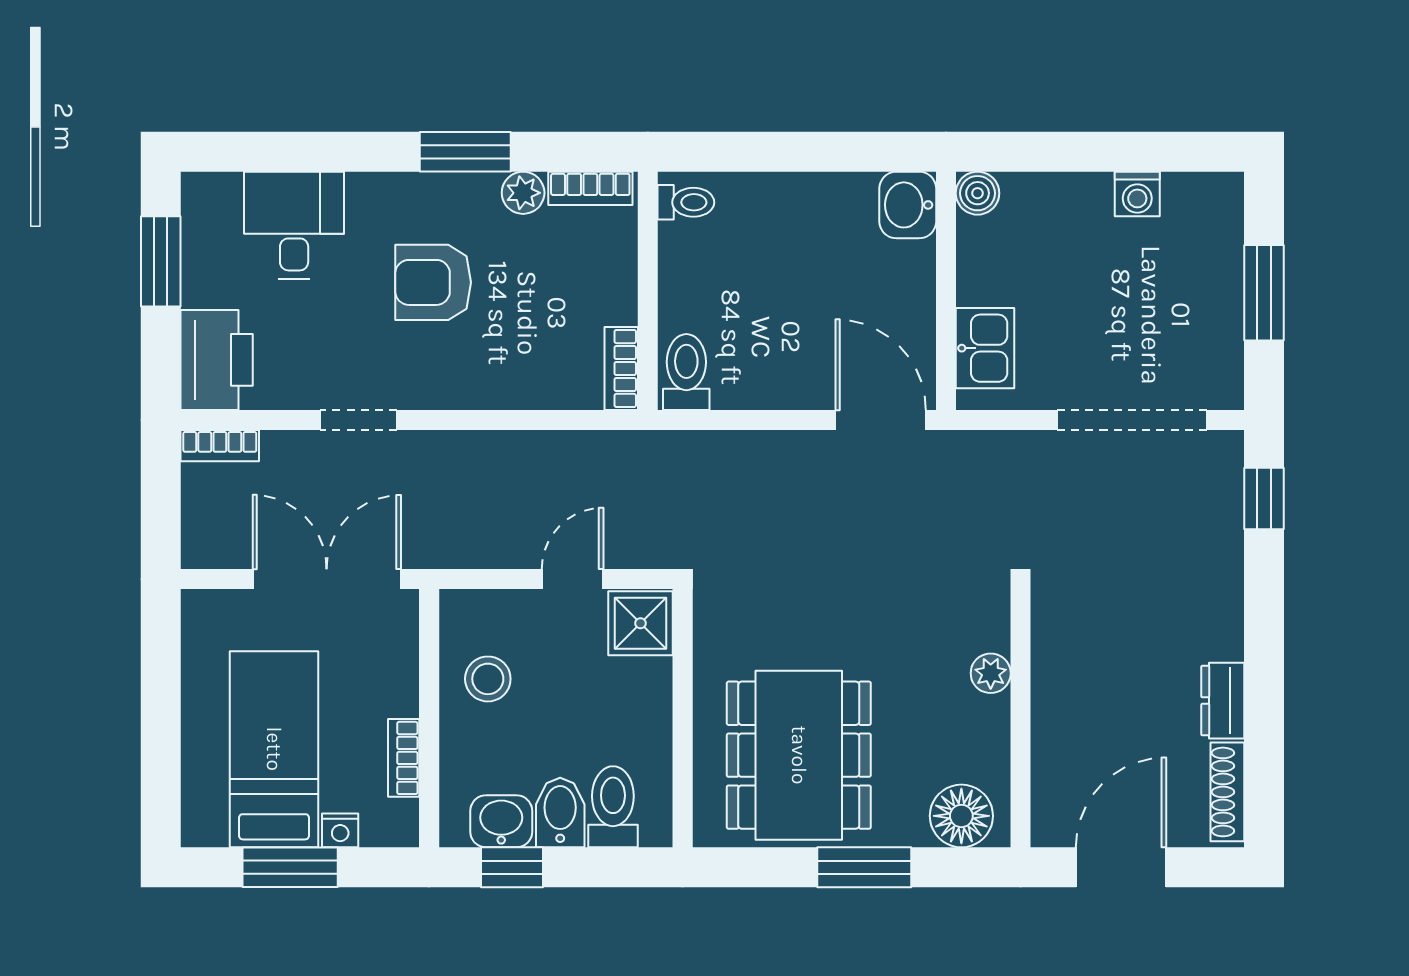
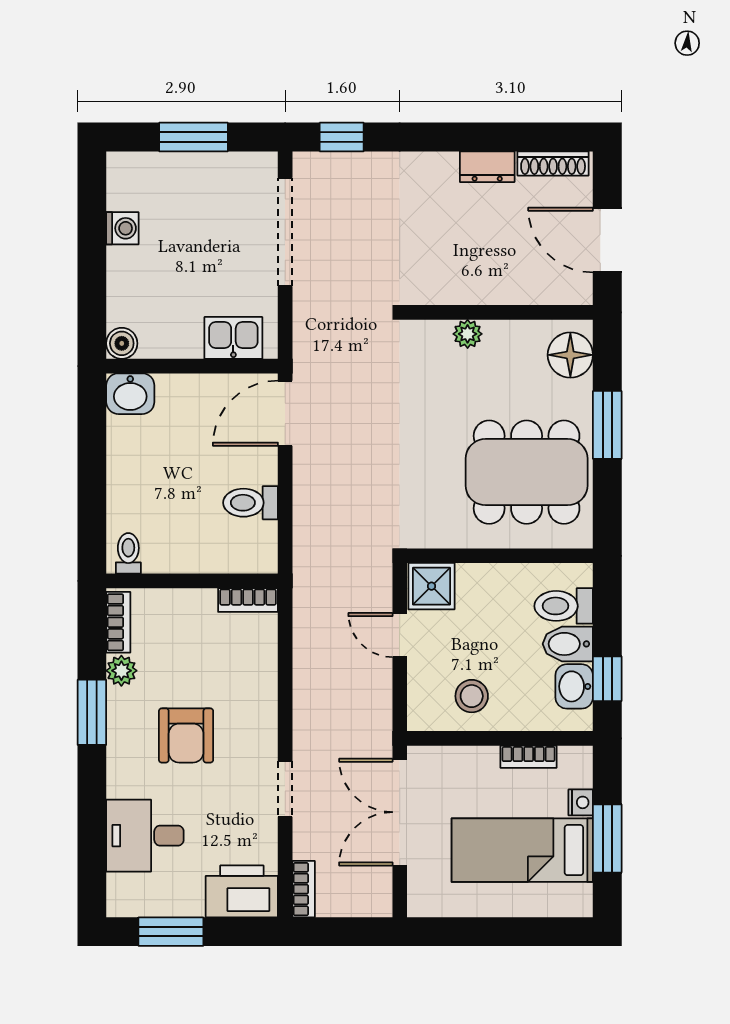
toilet: (686, 372) -> (251, 503), moved

